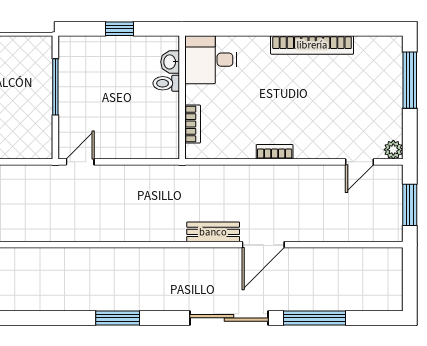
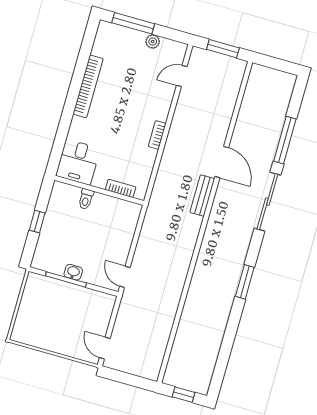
washbasin: (170, 62) -> (73, 272), moved, turned 180
plant: (393, 150) -> (153, 42), moved
door: (360, 162) -> (182, 76), swing flipped

